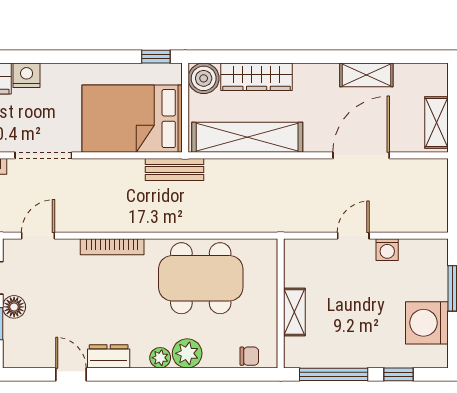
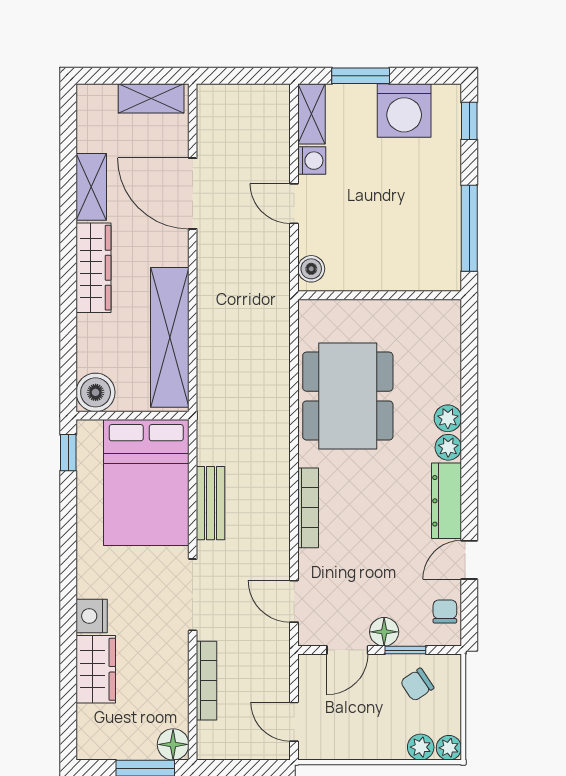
wardrobe: (257, 77) -> (93, 268), moved
bench: (175, 169) -> (211, 503), moved
boiler: (301, 249) -> (311, 269), added
shelving: (294, 312) -> (311, 114), moved, turned 90
plant: (187, 353) -> (448, 418), width x0.73, depth x0.73
dresser: (109, 356) -> (446, 501), width x1.44
chair: (249, 356) -> (445, 611), moved
window: (399, 374) -> (469, 121), moved

